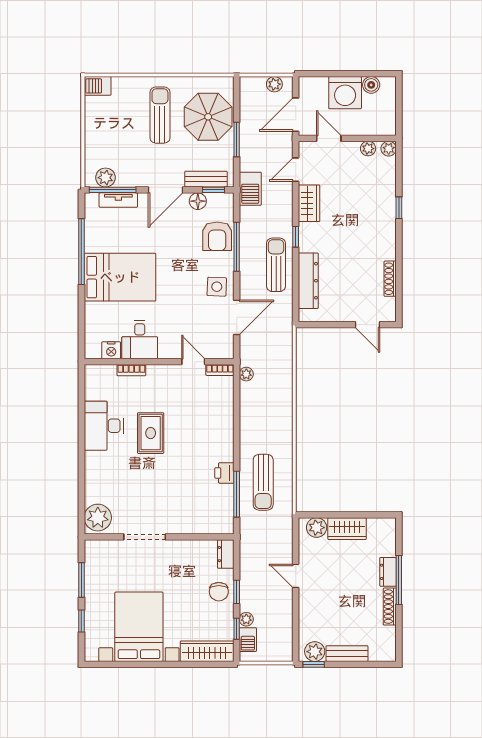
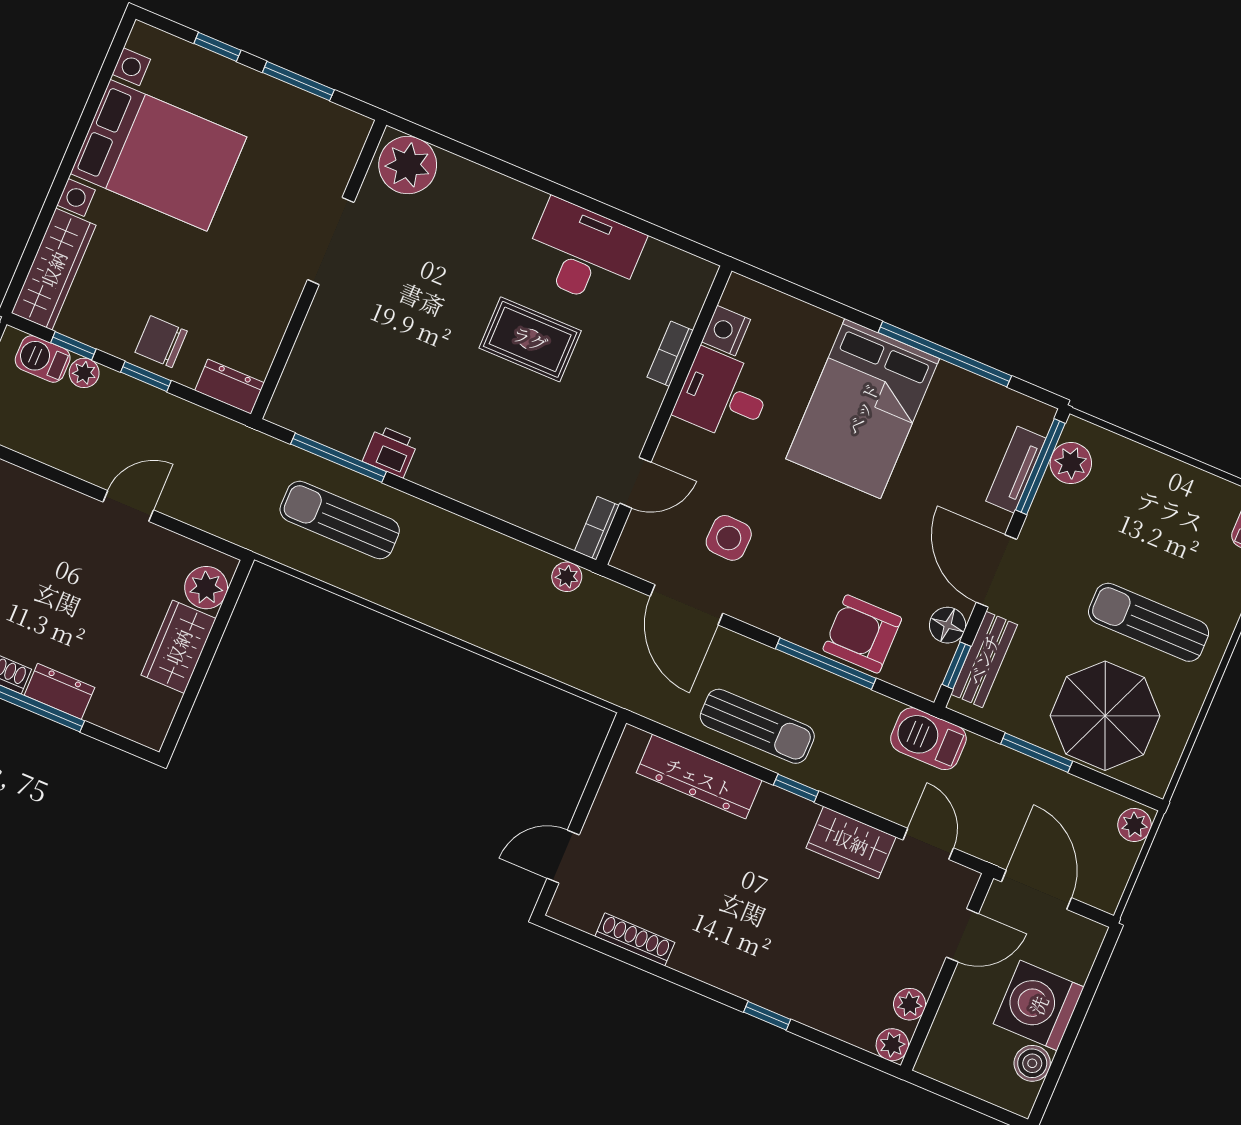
plant: (274, 84) -> (1134, 825), moved
sun lounger: (160, 115) -> (1149, 622), turned 180
side table: (217, 287) -> (729, 538), moved

